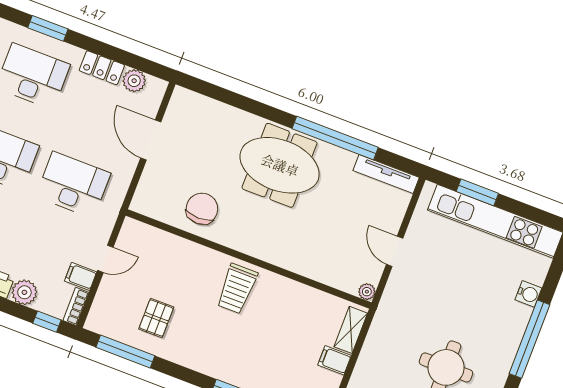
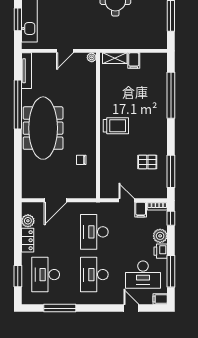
meeting table: (280, 165) -> (43, 128), width x1.36
chair: (202, 209) -> (81, 160), width x0.54, depth x0.54

